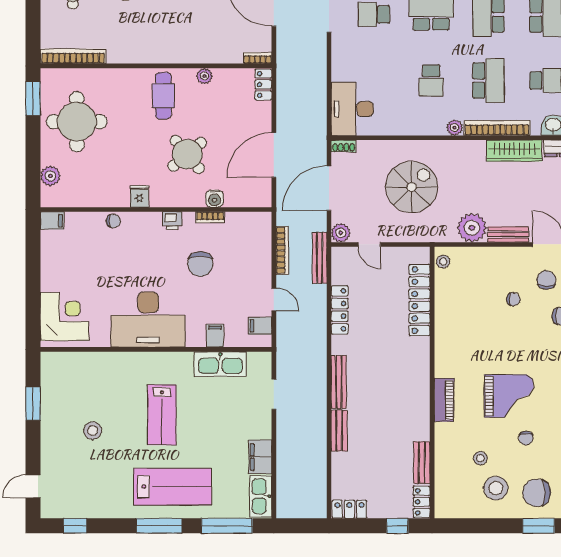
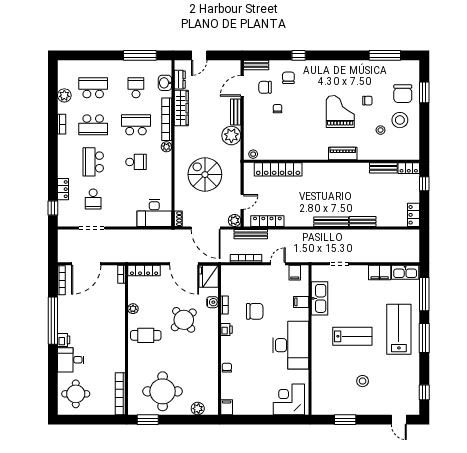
locker: (263, 84) -> (144, 271), width x1.53
fridge: (139, 196) -> (209, 276), moved, width x1.88, depth x1.34
locker: (340, 310) -> (267, 221), moved

